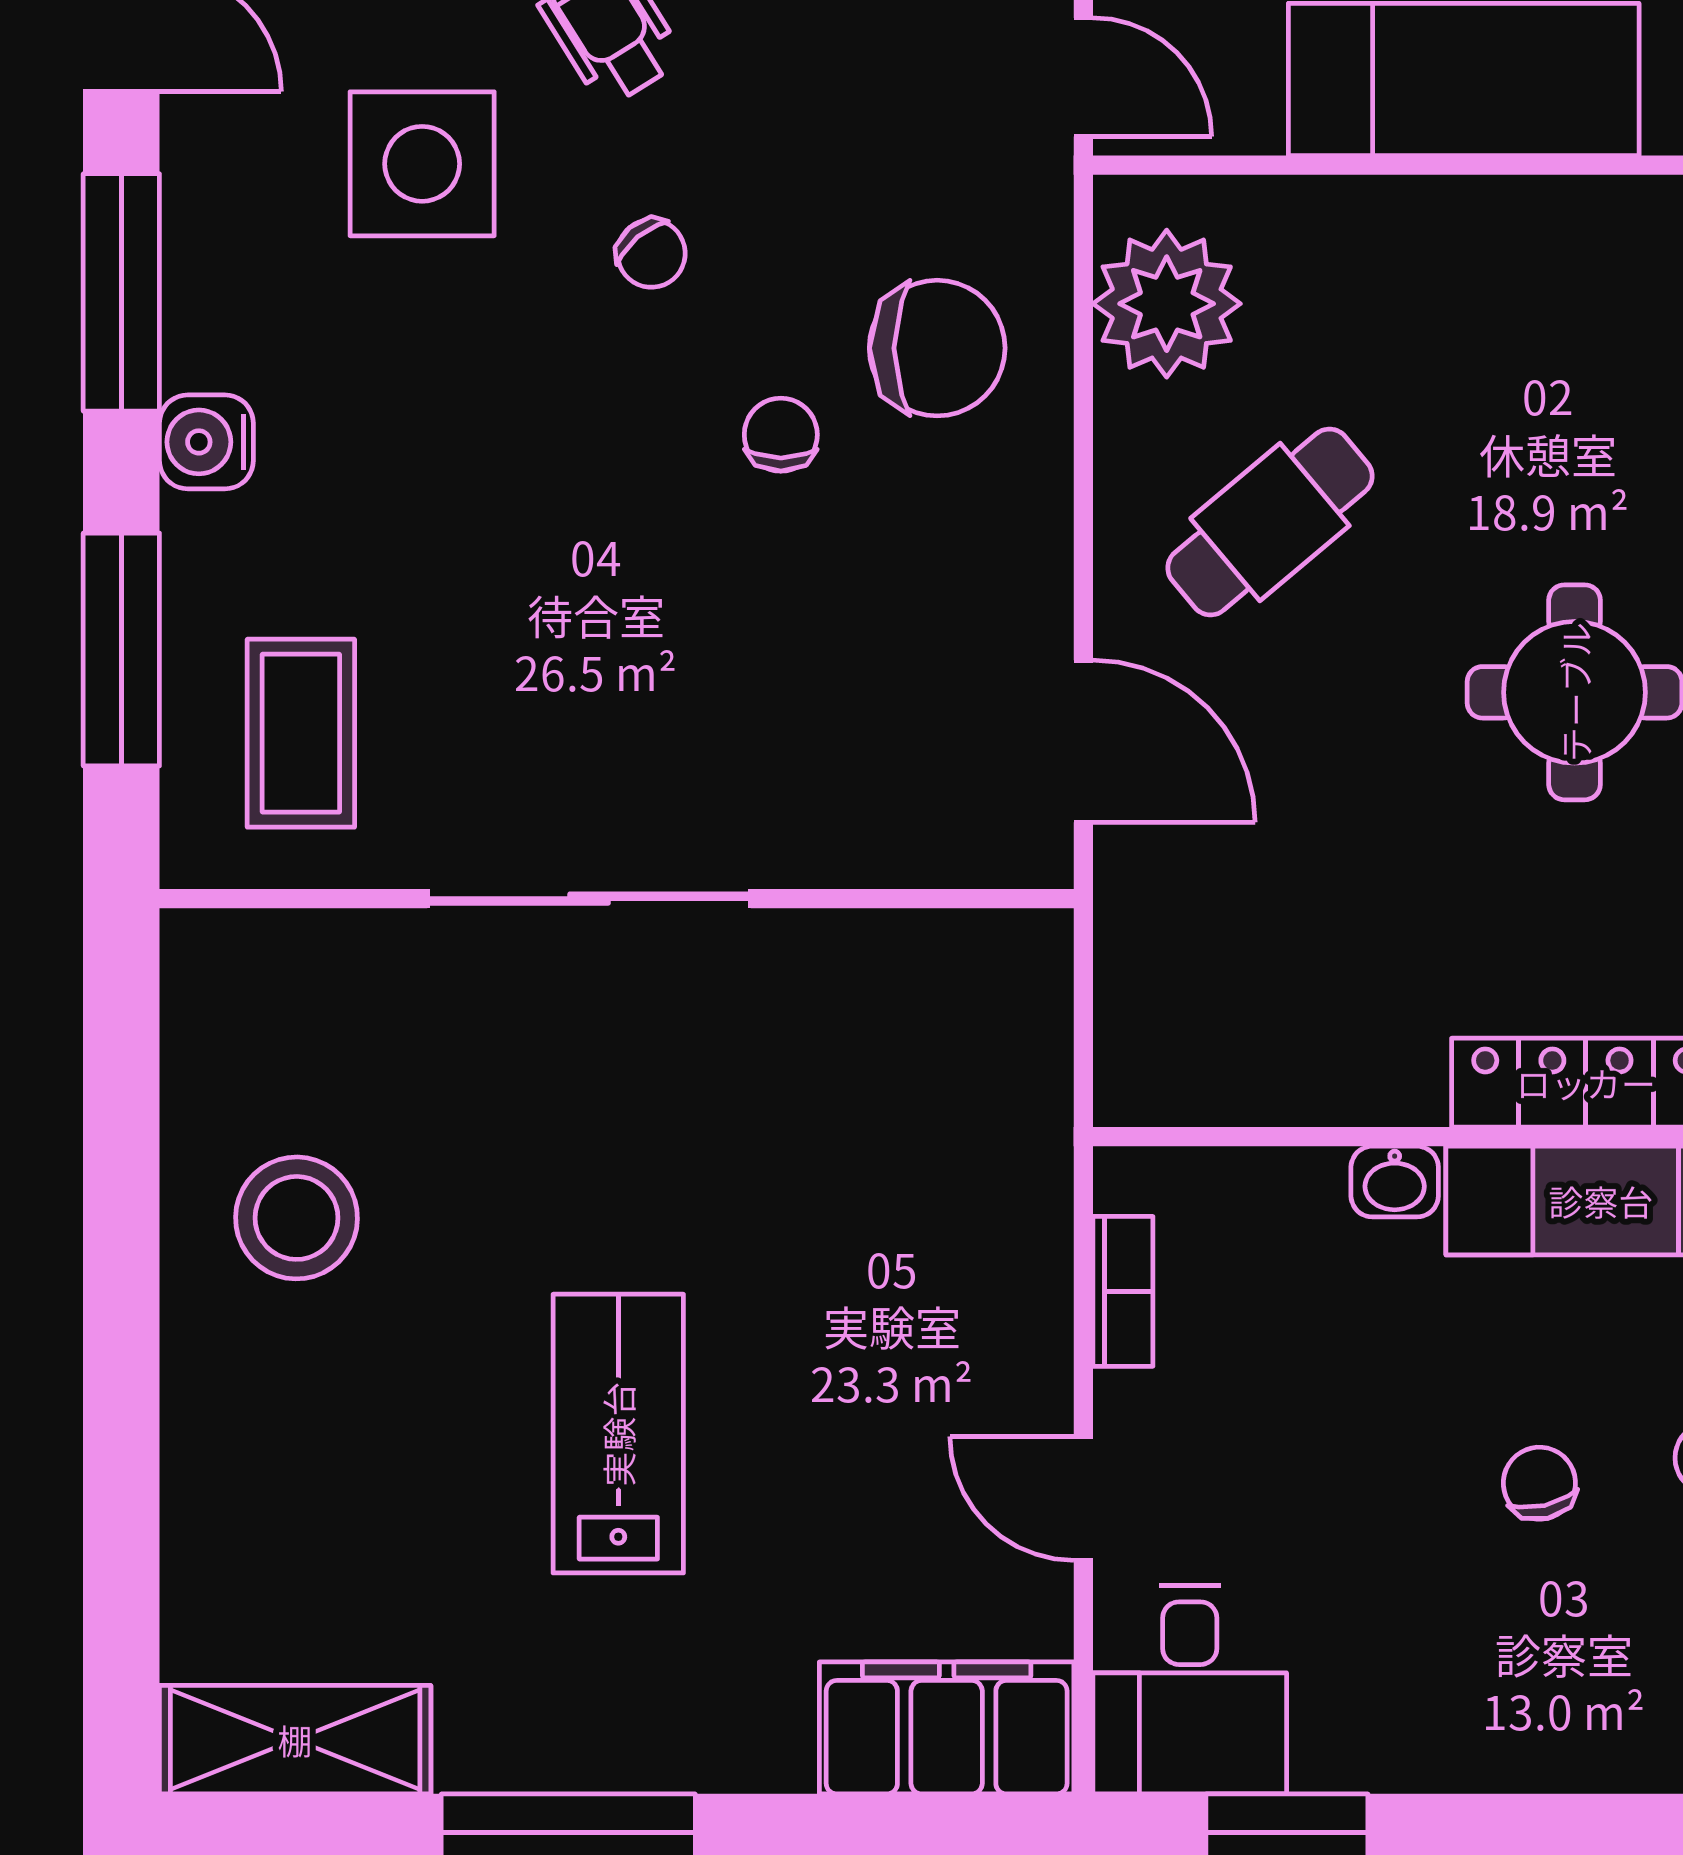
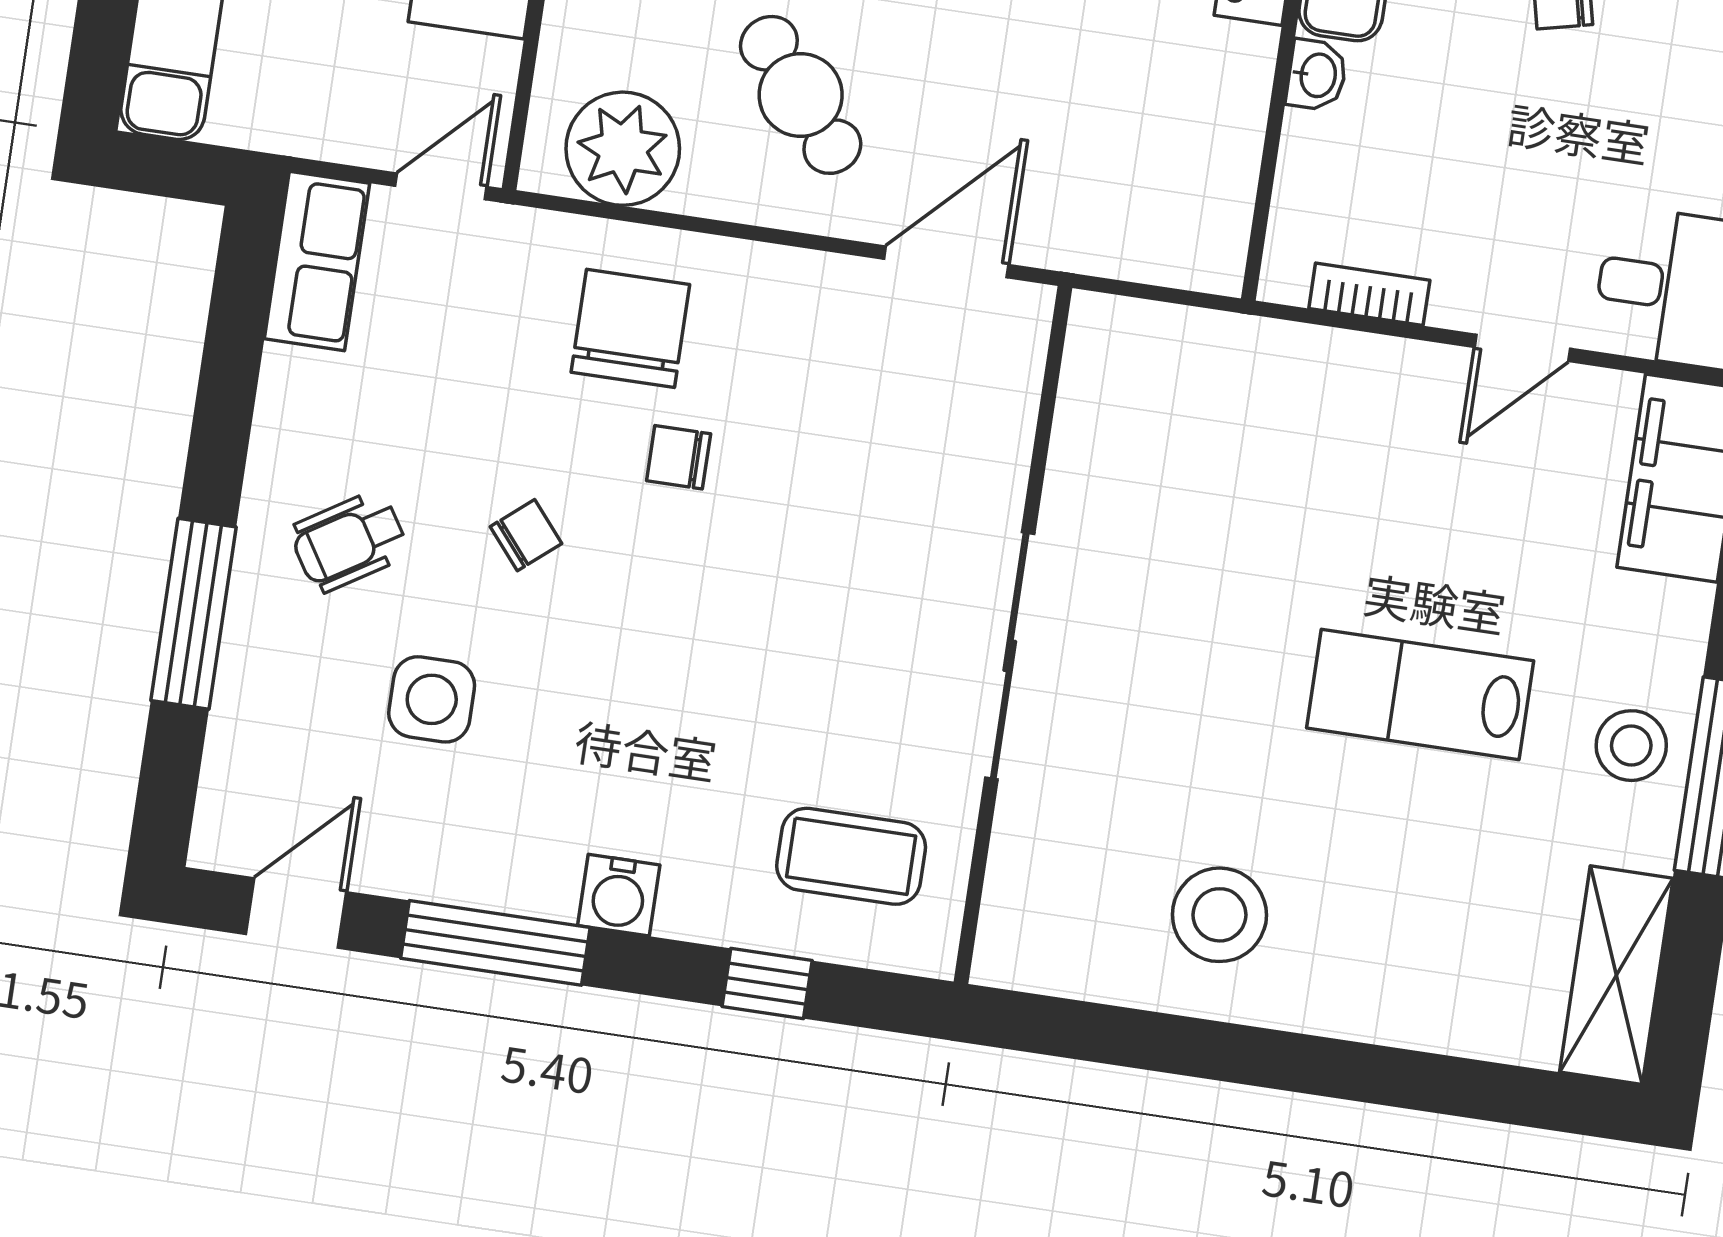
side table: (422, 164) -> (432, 699), width x0.73, depth x0.73
window: (121, 650) -> (767, 983), width x0.46
stool: (593, 1715) -> (1631, 746), added

